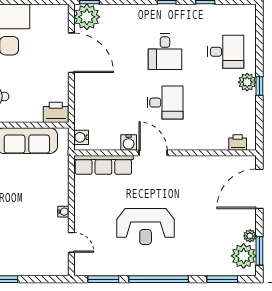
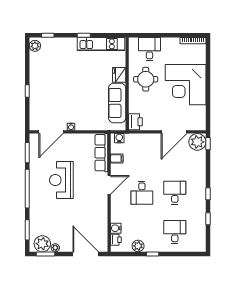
desk: (165, 52) -> (175, 193), turned 90
desk: (226, 52) -> (175, 232), turned 180
plant: (247, 82) -> (138, 246), moved
filing cabinet: (112, 141) -> (117, 159), added
water cooler: (129, 143) -> (116, 228), moved
door: (71, 242) -> (51, 132), width x1.87

